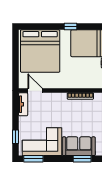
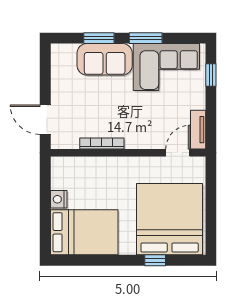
window: (71, 27) -> (155, 260), moved
door: (35, 91) -> (178, 153), swing flipped
window: (33, 159) -> (146, 38), moved

